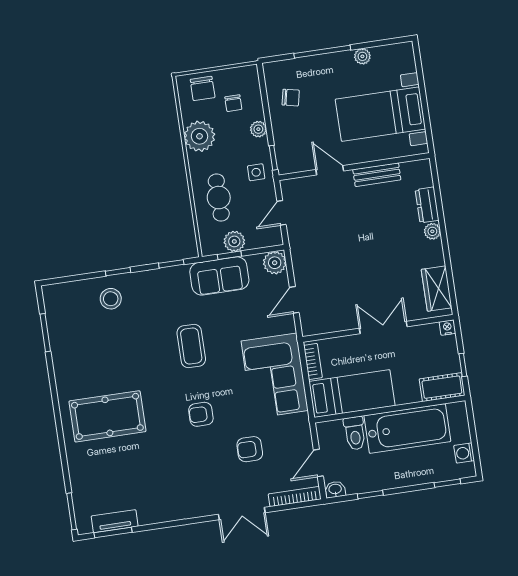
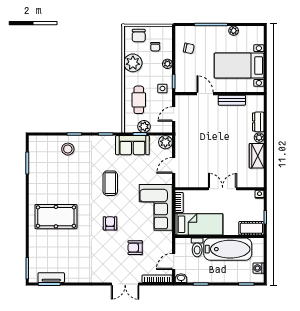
wardrobe: (437, 289) -> (257, 156), moved
armchair: (201, 414) -> (110, 223), turned 90

